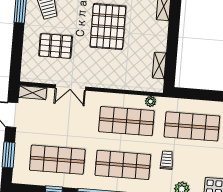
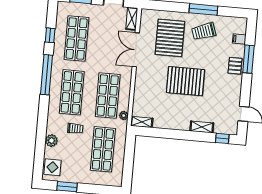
pallet: (56, 46) -> (170, 38), width x1.37, depth x1.41
shelving: (159, 66) -> (142, 122), moved
double door: (70, 87) -> (136, 50), width x1.37

